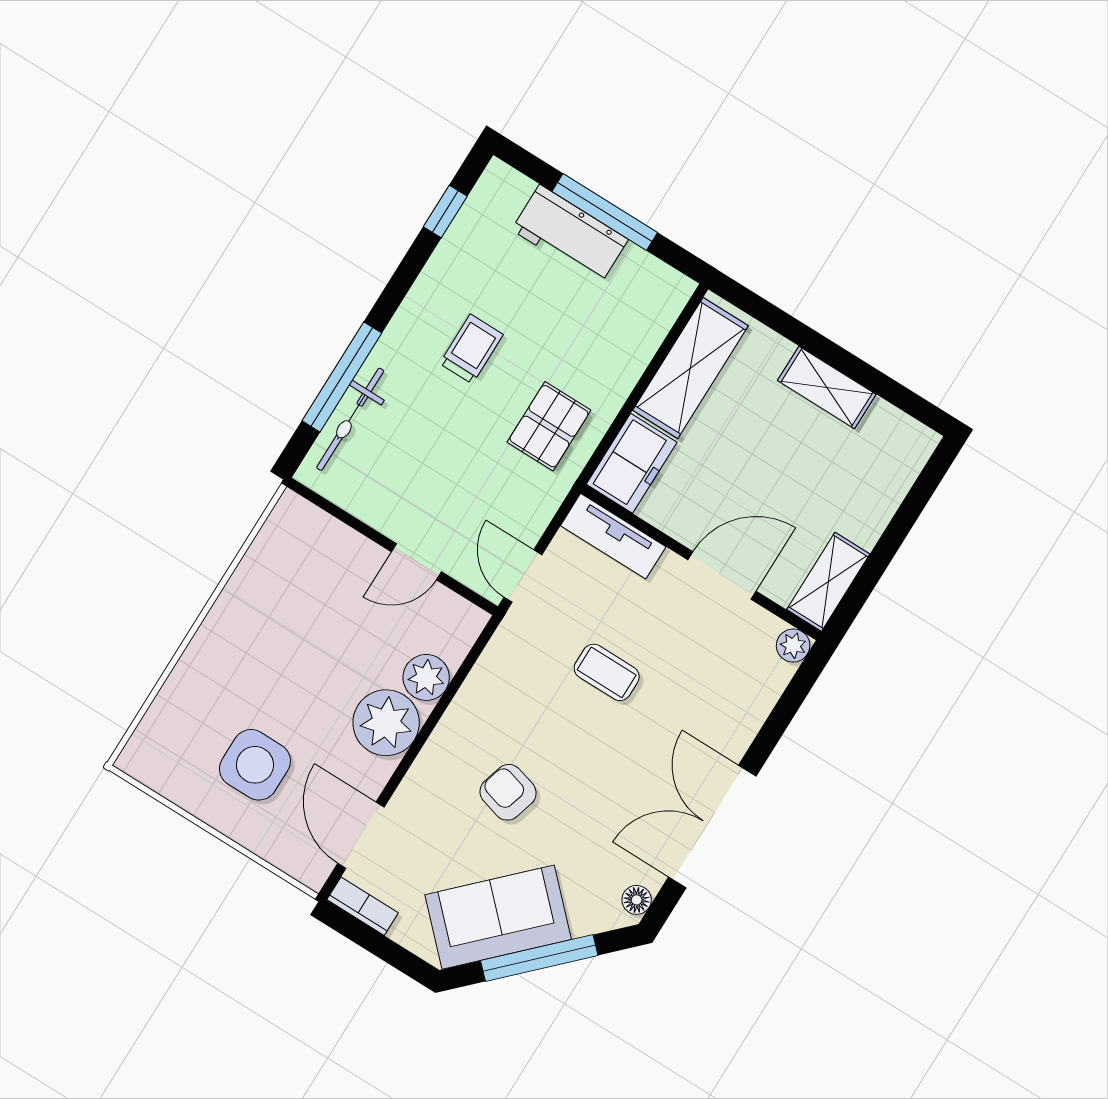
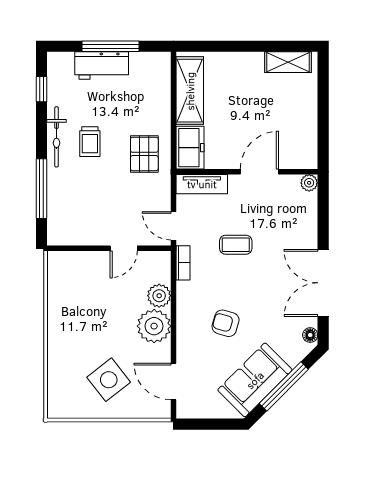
trolley: (471, 349) -> (90, 142), turned 180
shelving: (827, 387) -> (288, 62), moved
bicycle: (350, 419) -> (57, 137), moved
shelving: (828, 582) -> (307, 146), removed
side table: (255, 765) -> (109, 380), turned -38
bookcase: (363, 906) -> (183, 263), moved, turned 90

